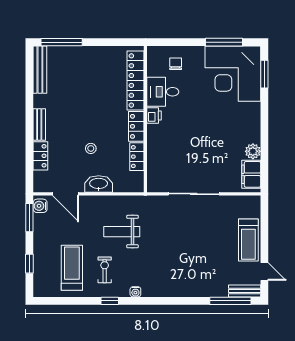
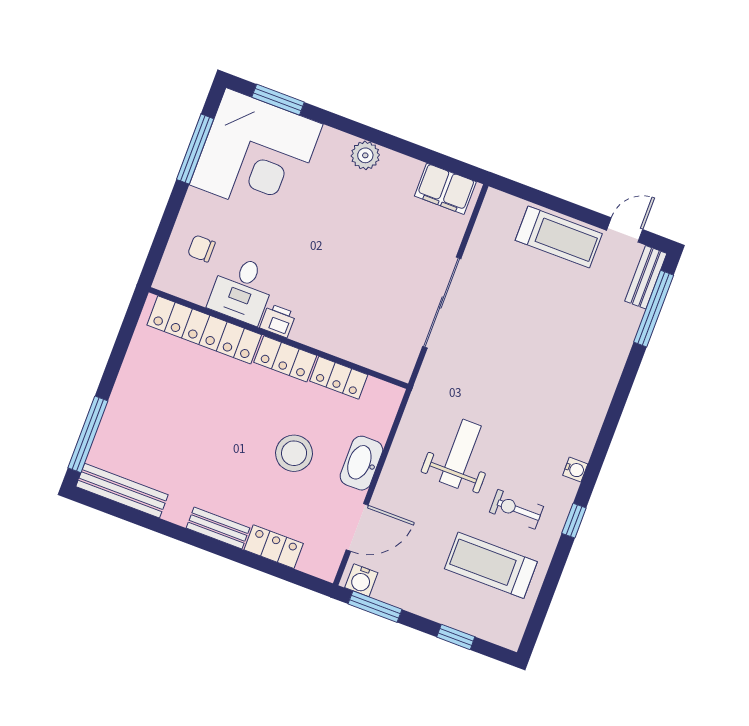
stool: (91, 148) -> (294, 453), width x1.89, depth x1.89
plant: (253, 151) -> (365, 155), moved
weight bench: (122, 232) -> (460, 454), turned 180

